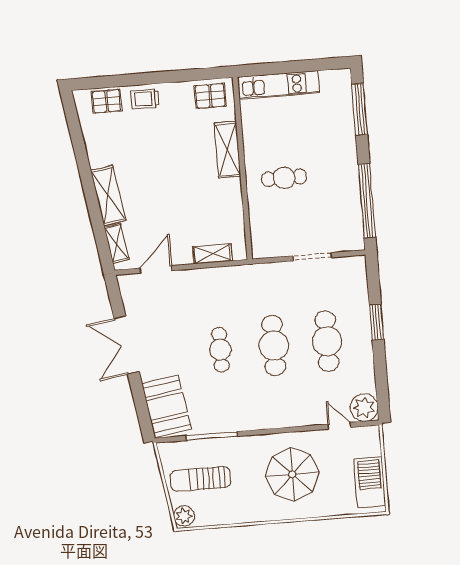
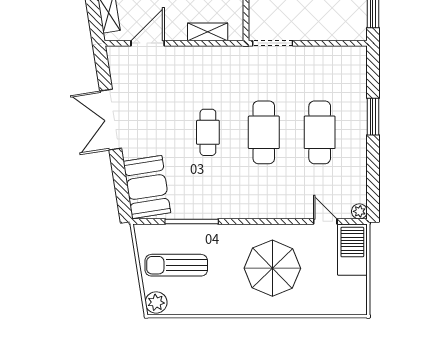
doorway: (312, 257) -> (273, 43), moved
plant: (364, 408) -> (359, 211), width x0.53, depth x0.53
barbecue: (370, 482) -> (352, 250), moved

